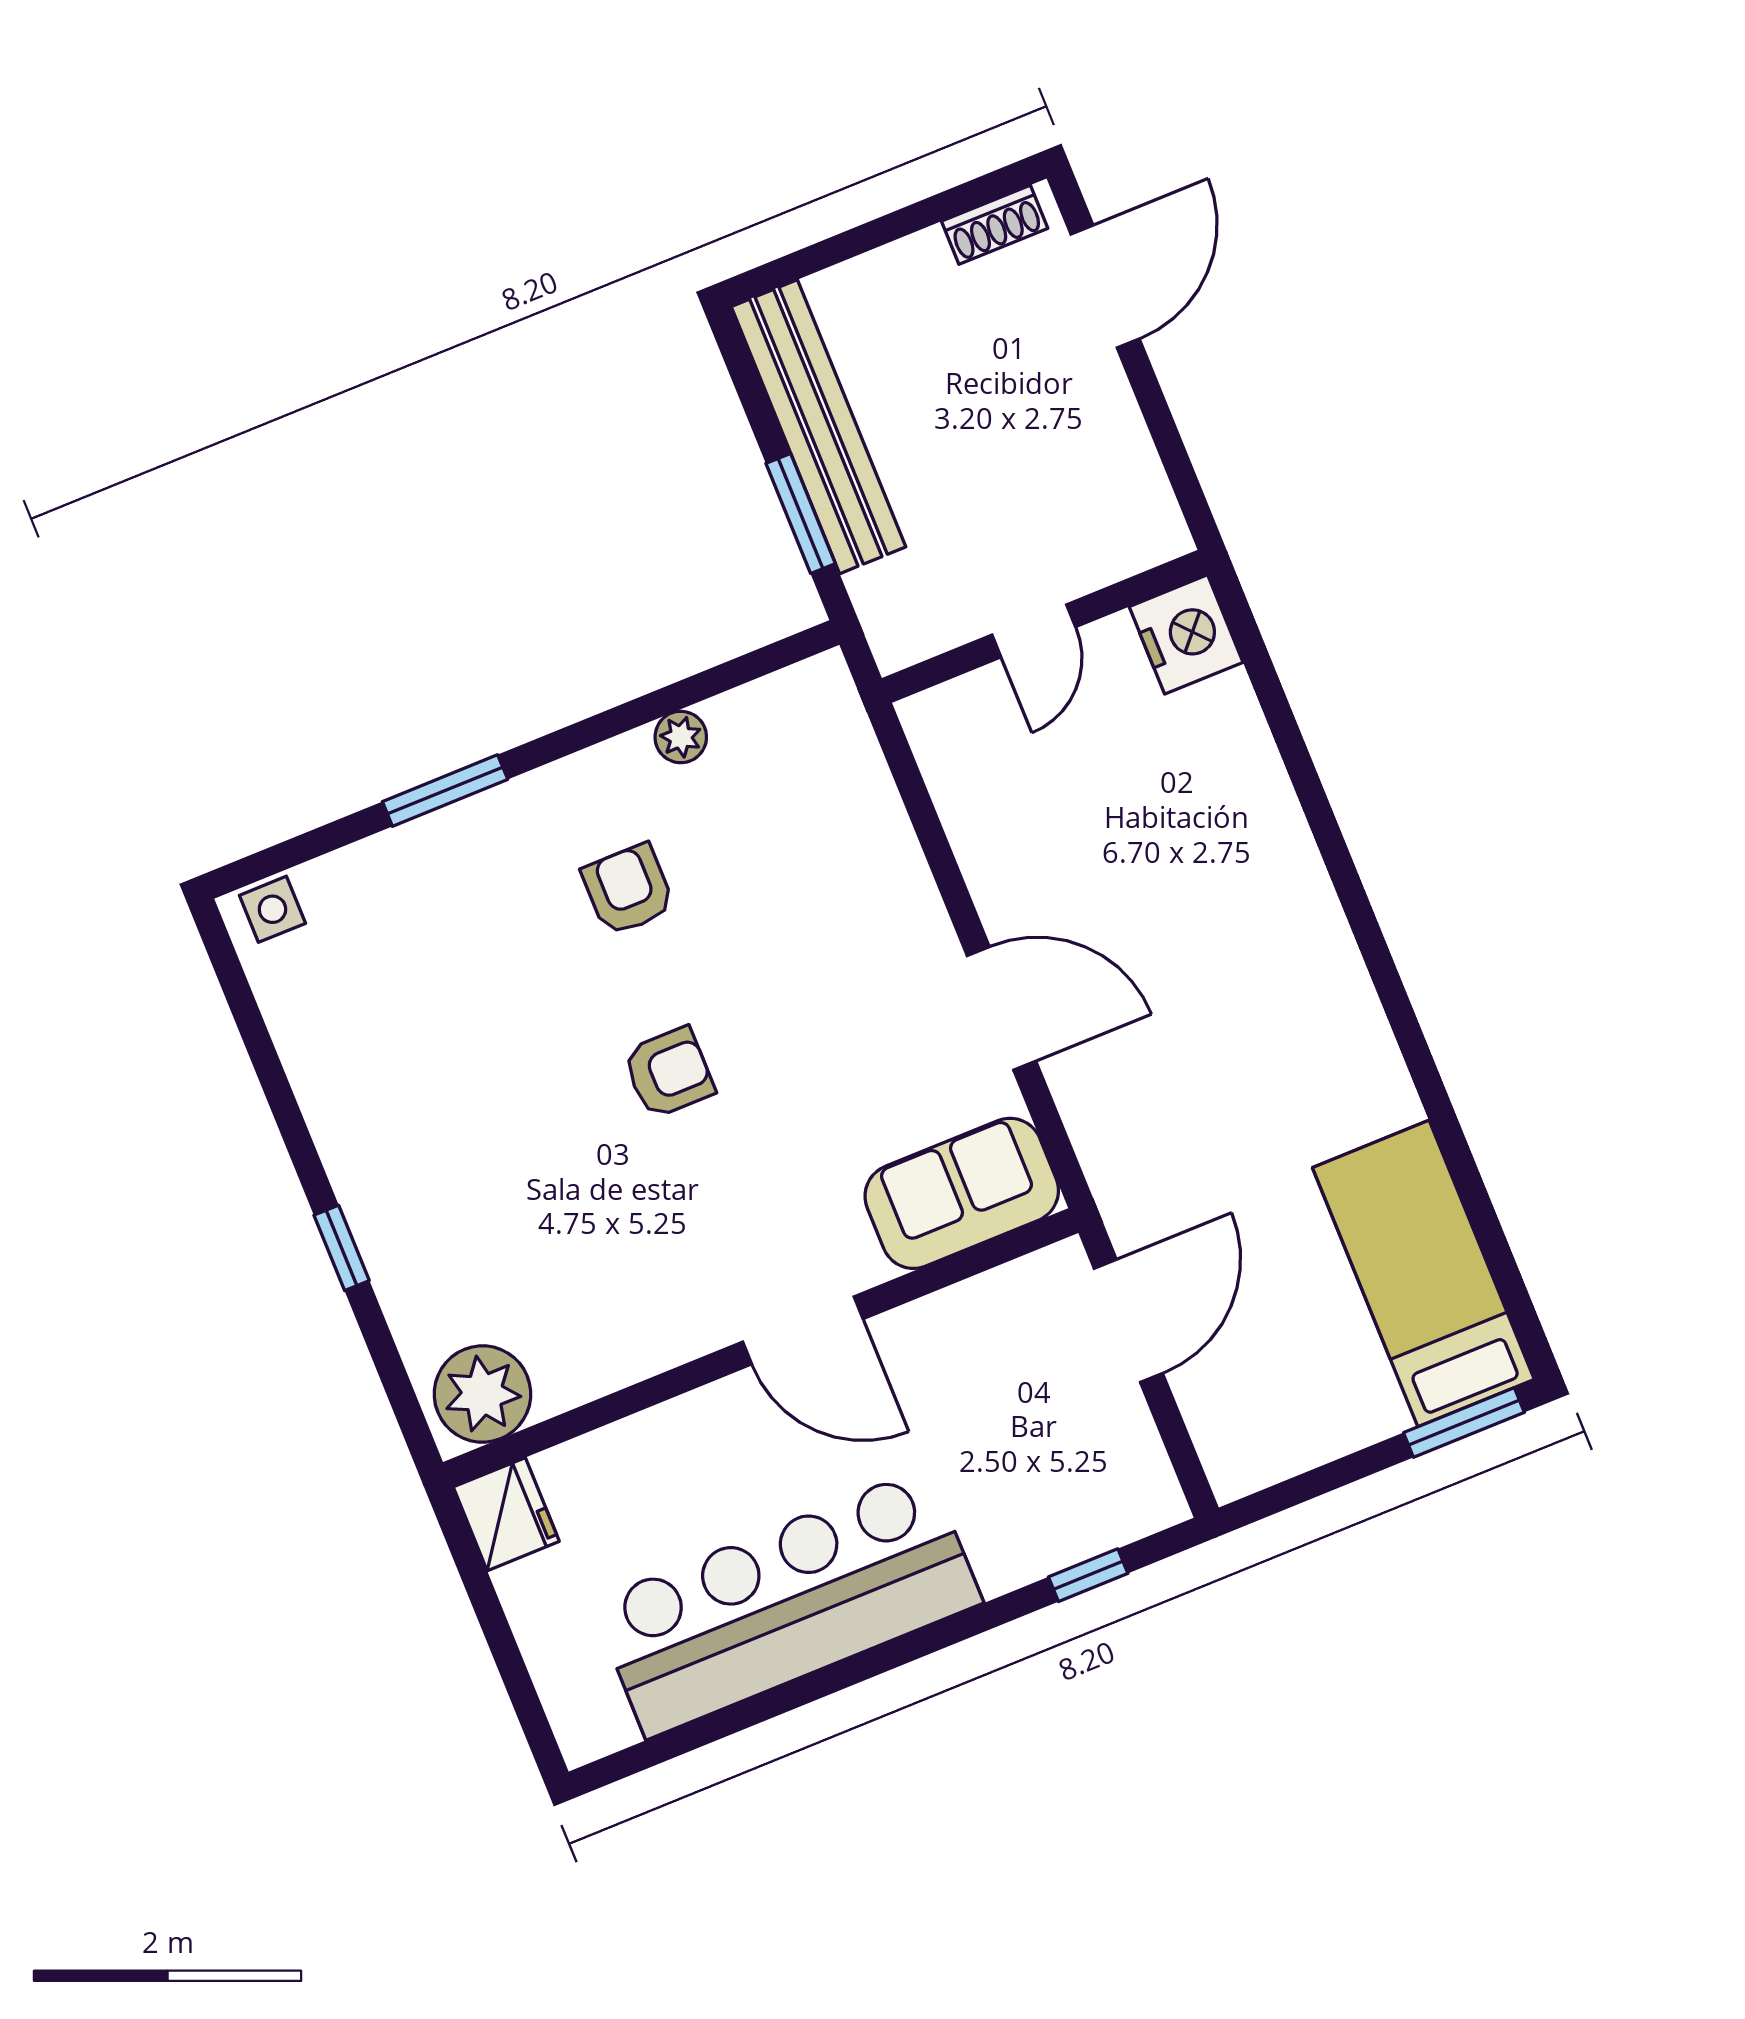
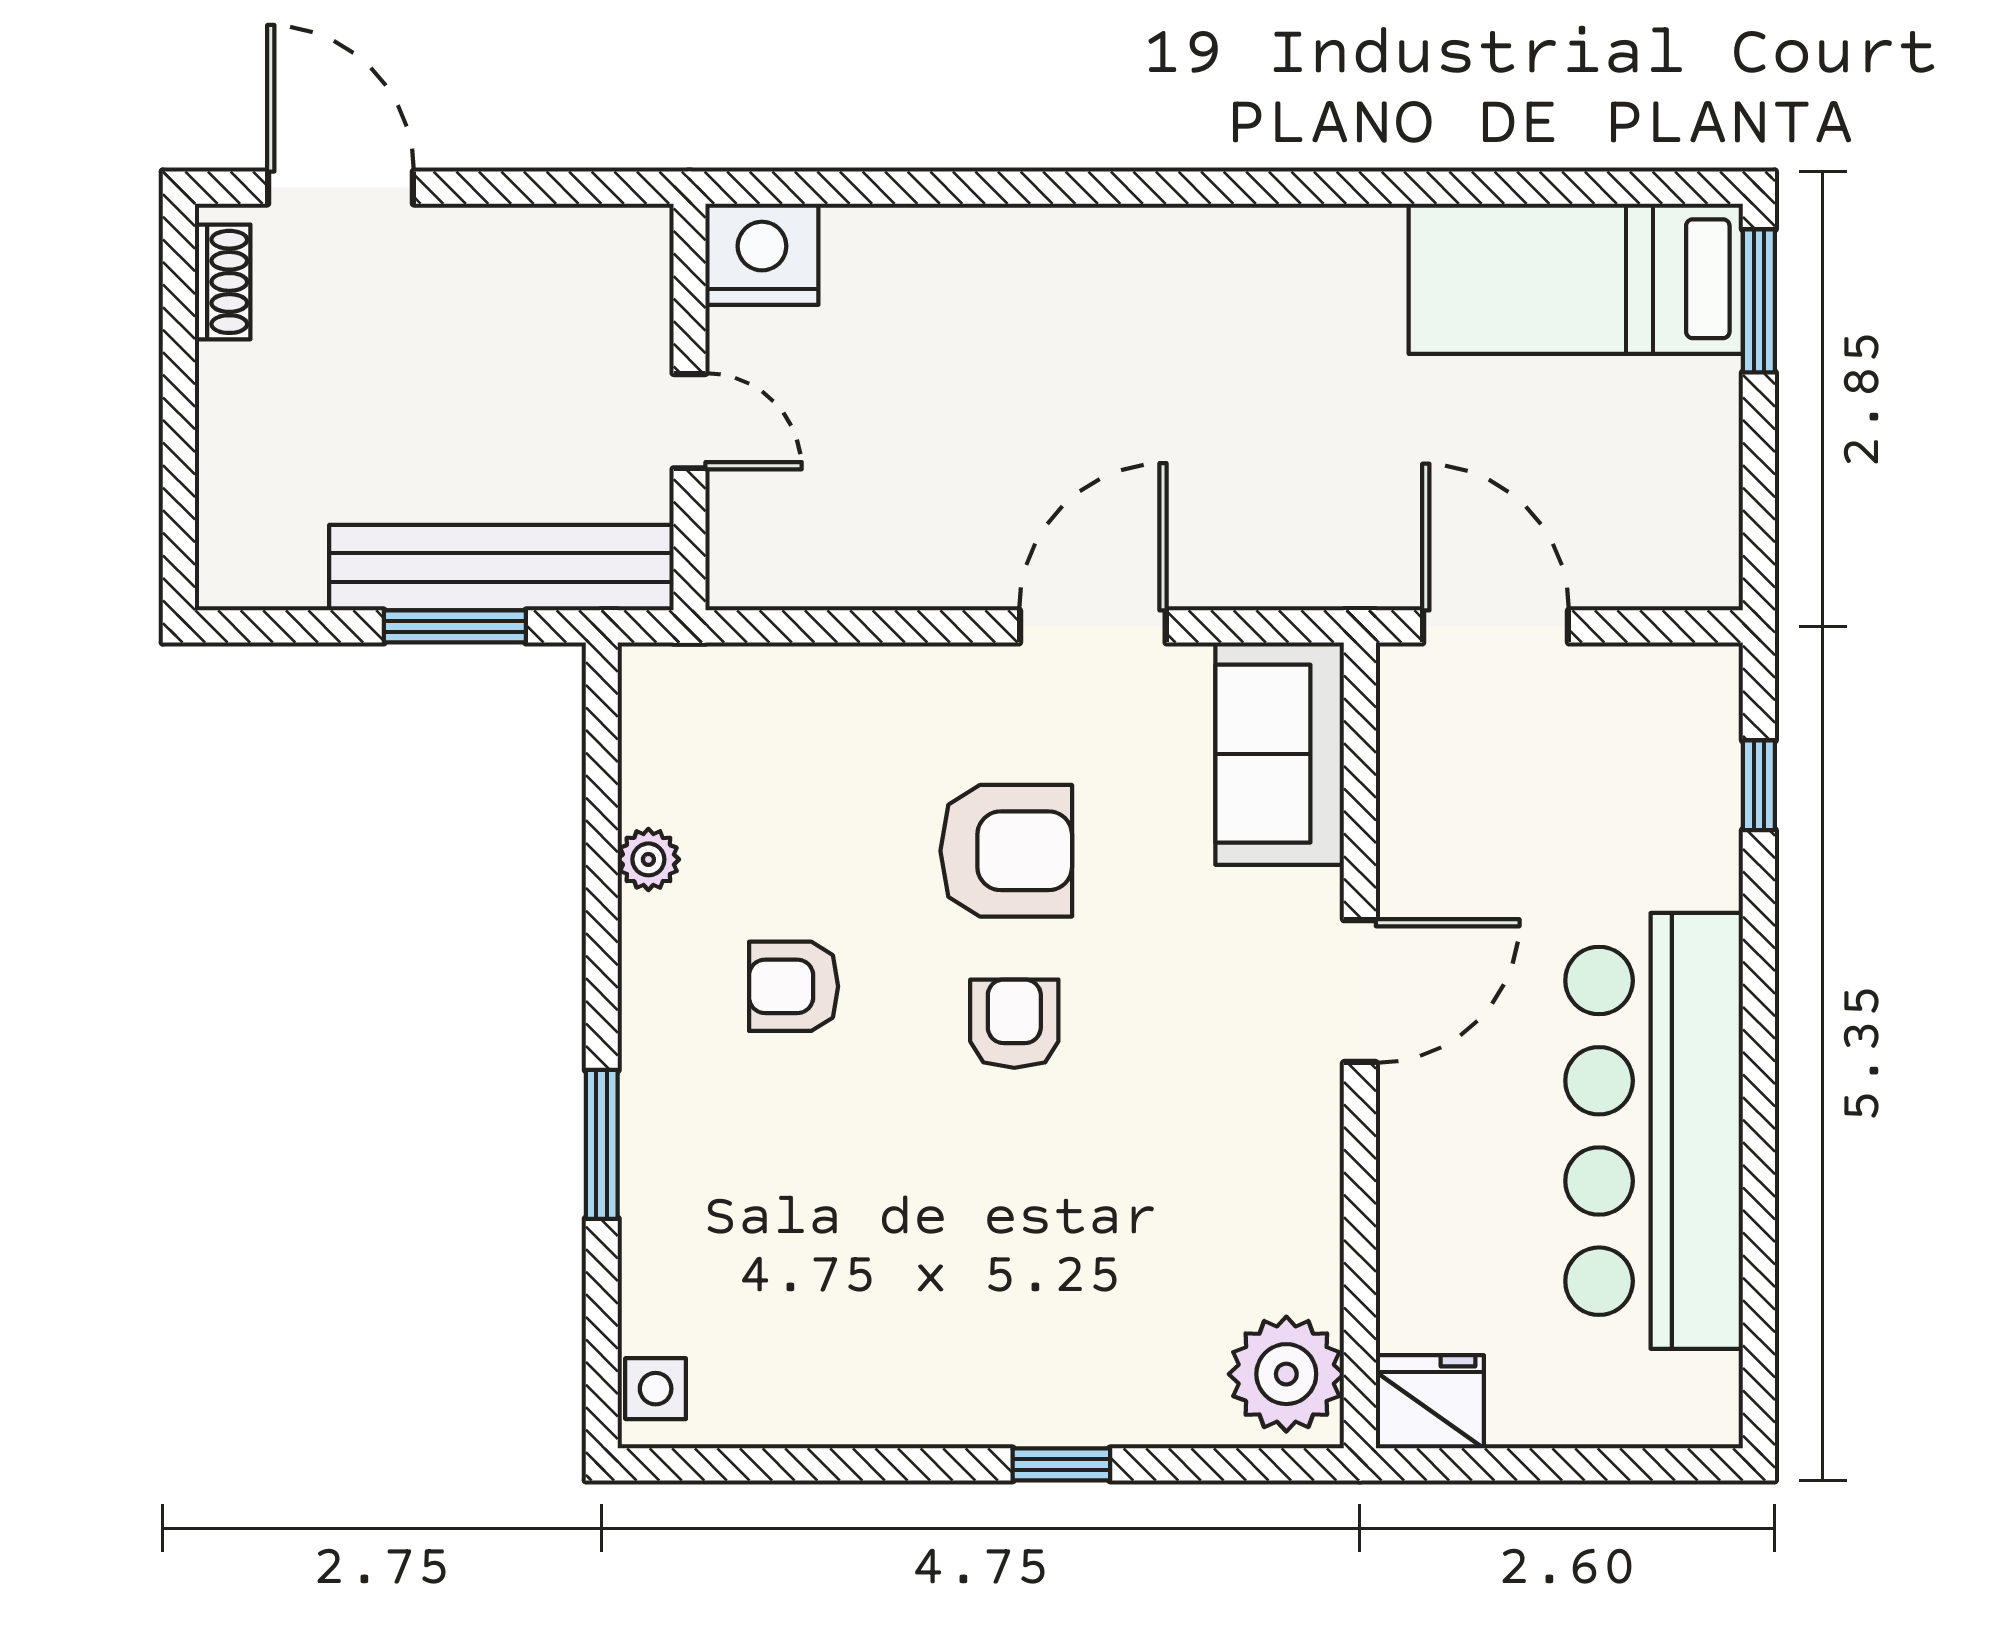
bench: (818, 427) -> (501, 568), moved
armchair: (800, 1012) -> (1006, 851), added

